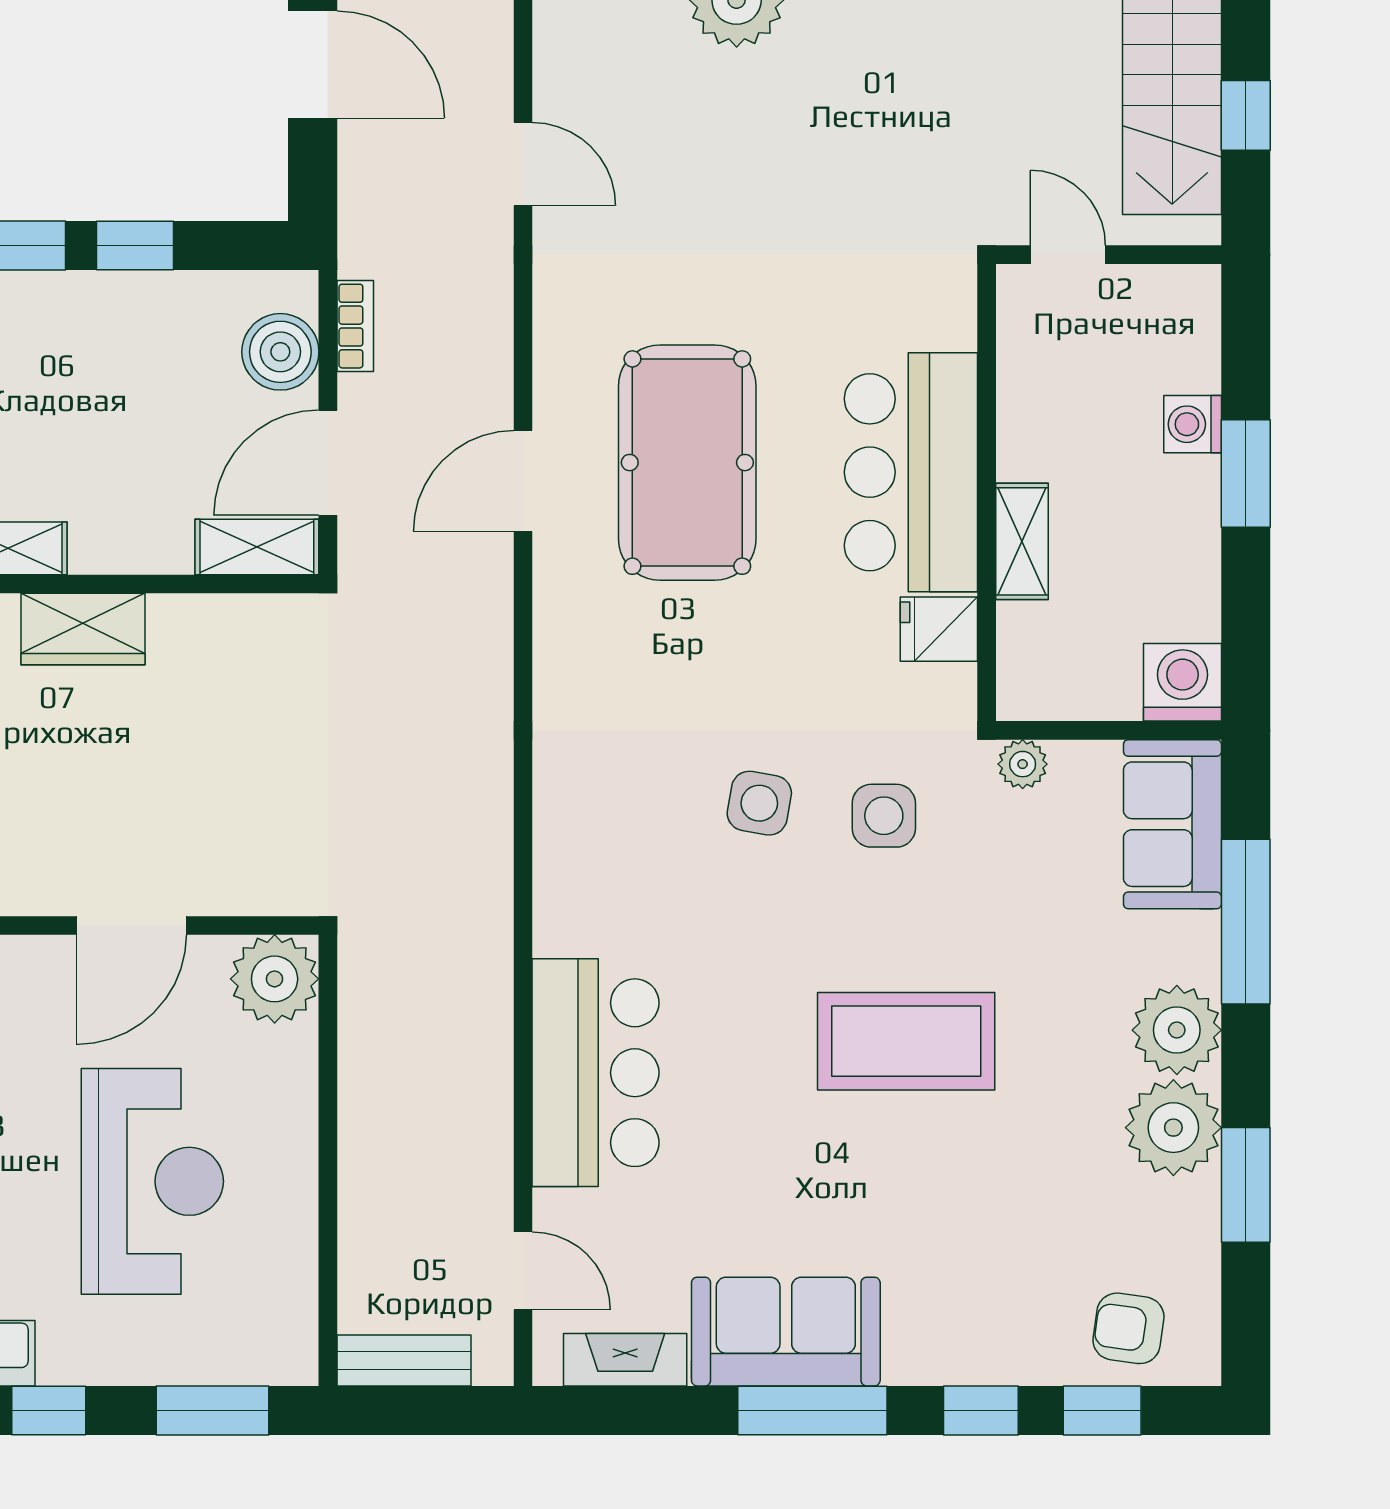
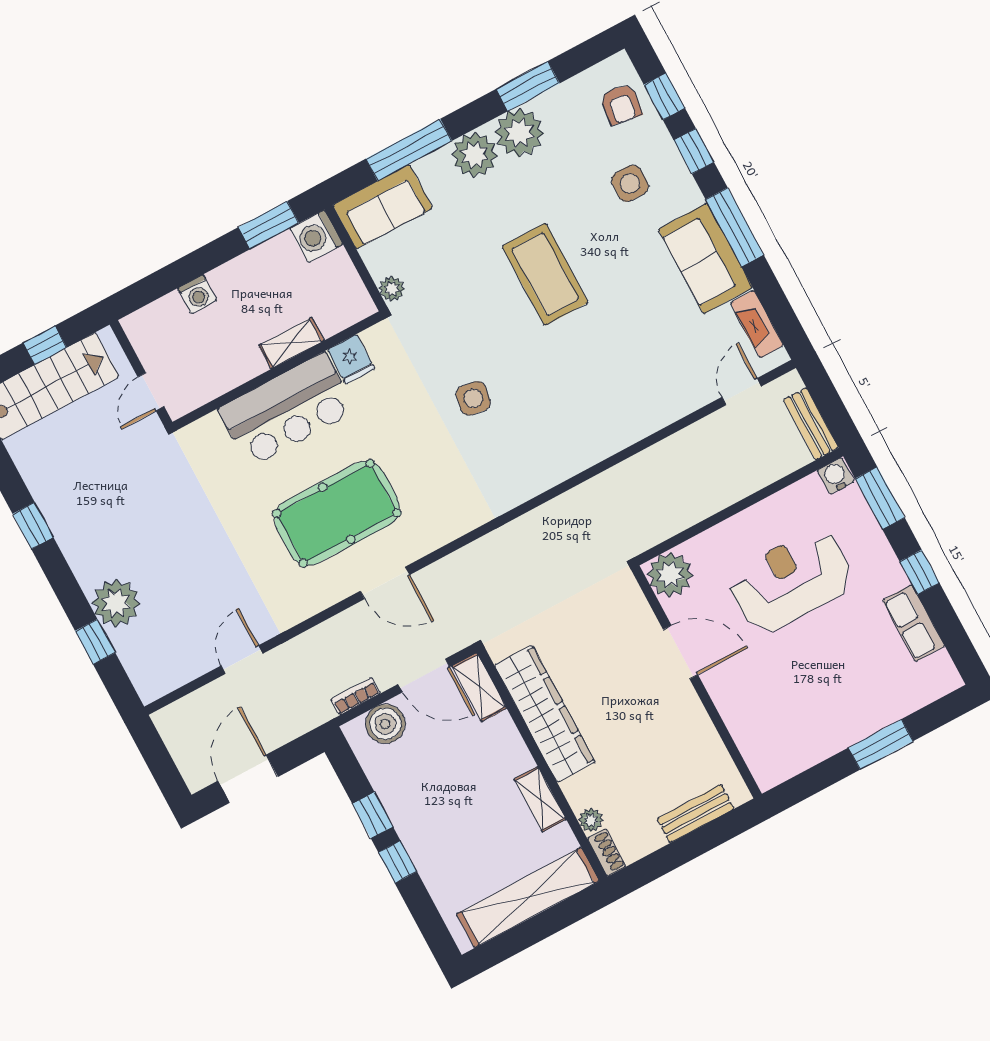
window: (1246, 474) -> (269, 225), moved
wardrobe: (83, 629) -> (545, 714), width x2.10, depth x1.17
side table: (884, 816) -> (630, 183), moved
bar counter: (596, 1073) -> (635, 407), removed
water cooler: (291, 1355) -> (836, 476), added

